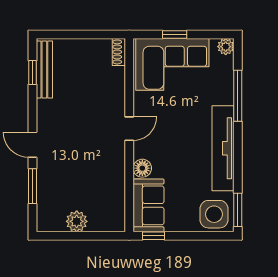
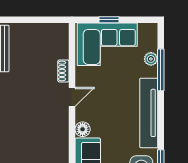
plant: (226, 47) -> (151, 59), moved
shoe rack: (119, 52) -> (63, 71), moved

